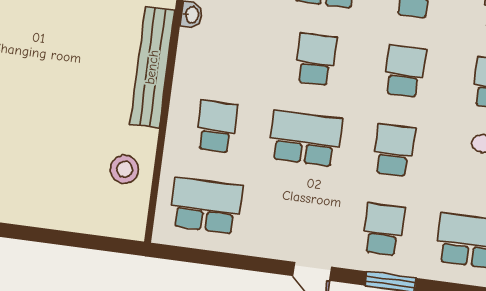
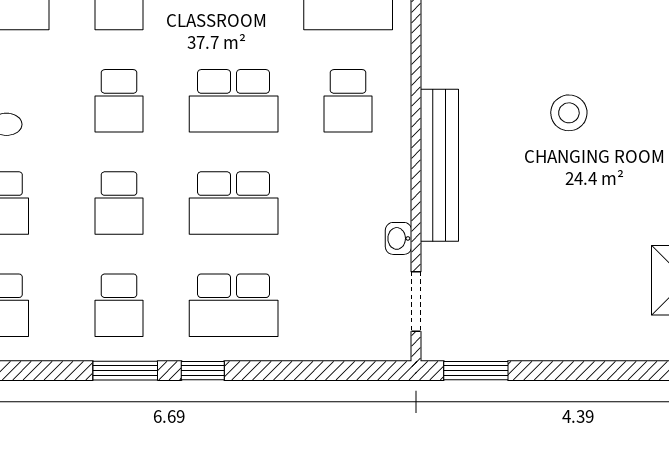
school desk: (316, 59) -> (234, 203), width x1.85
stool: (125, 169) -> (569, 113), moved

